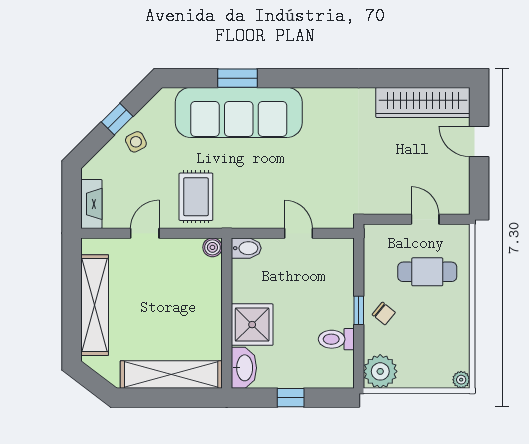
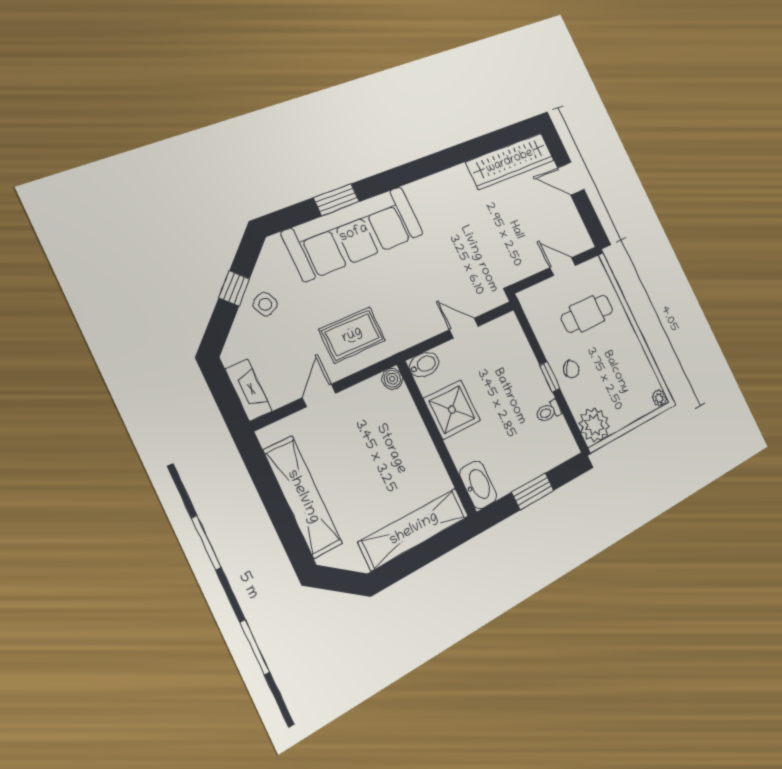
rug: (196, 197) -> (352, 335), turned 90
shower: (252, 325) -> (452, 410), moved
toilet: (336, 339) -> (548, 412), width x0.73, depth x0.72
window: (291, 398) -> (533, 491), width x1.50

